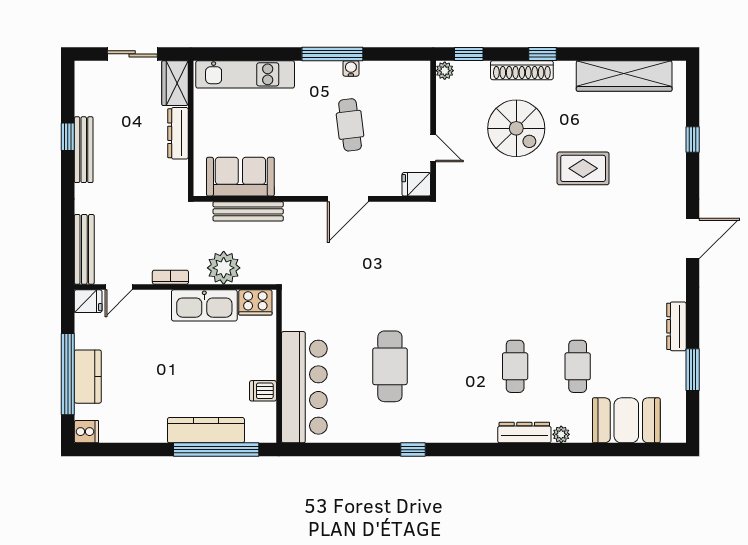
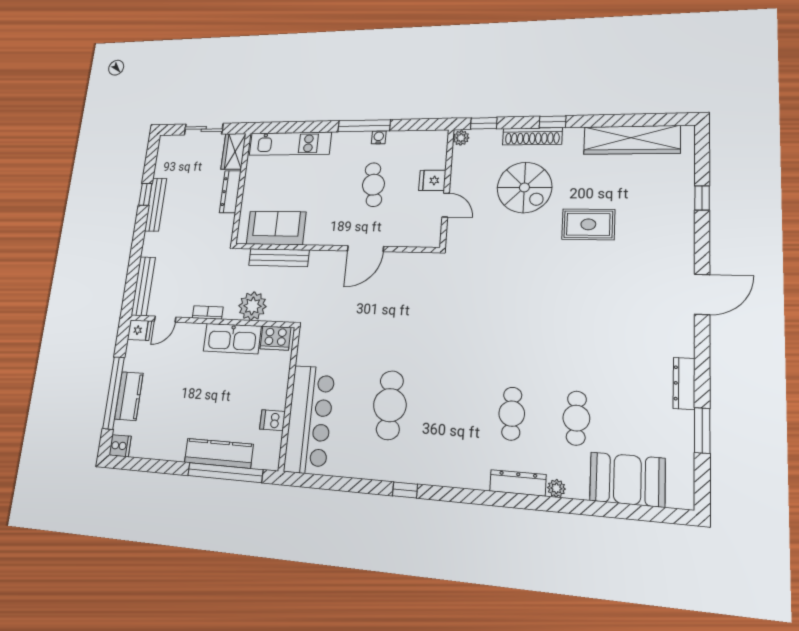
fridge: (416, 184) -> (432, 180), moved

